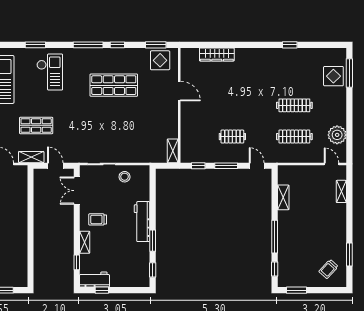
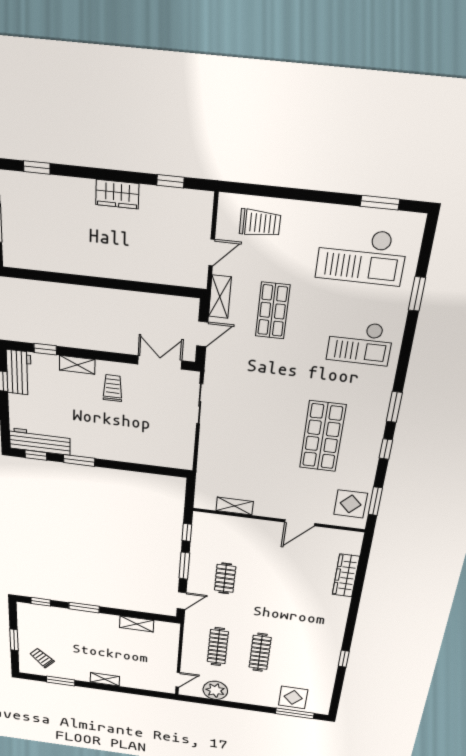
window: (35, 45) -> (417, 294), moved
window: (88, 45) -> (394, 407), width x0.69
shelving: (173, 151) -> (235, 506), moved
stool: (125, 177) -> (177, 434), removed
shelving: (341, 191) -> (105, 679), moved
workbench: (142, 222) -> (40, 442), moved
window: (275, 237) -> (84, 608), width x0.69
window: (297, 290) -> (14, 640), moved

